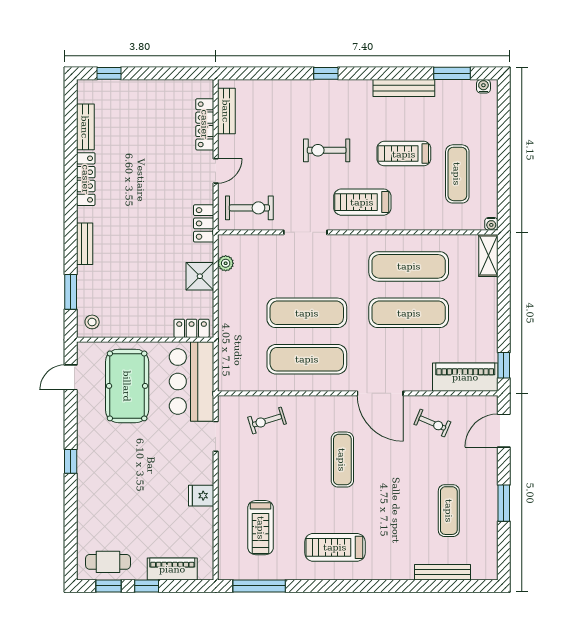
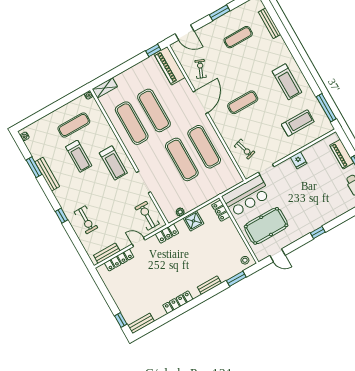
window: (452, 73) -> (34, 167), moved
bench: (85, 127) -> (141, 323), moved
exercise bike: (327, 150) -> (86, 220), moved

